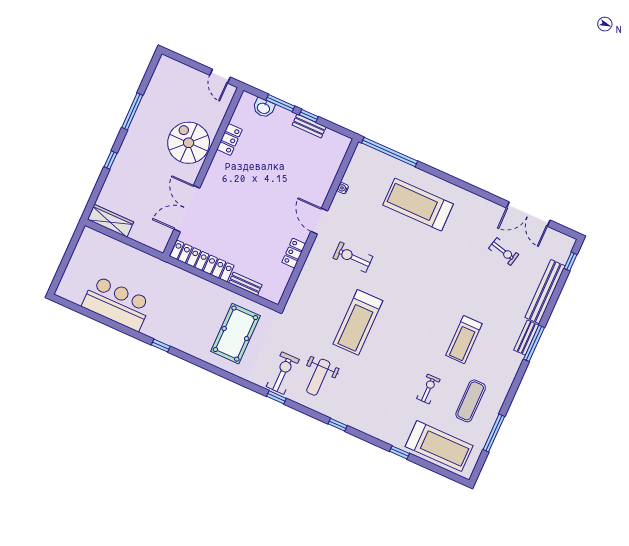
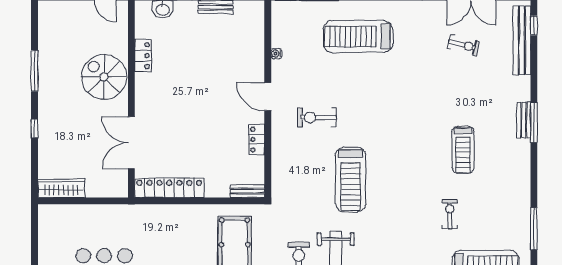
bench: (245, 284) -> (247, 191), moved
bench: (545, 292) -> (522, 40), moved
exercise mat: (471, 401) -> (497, 207), removed

